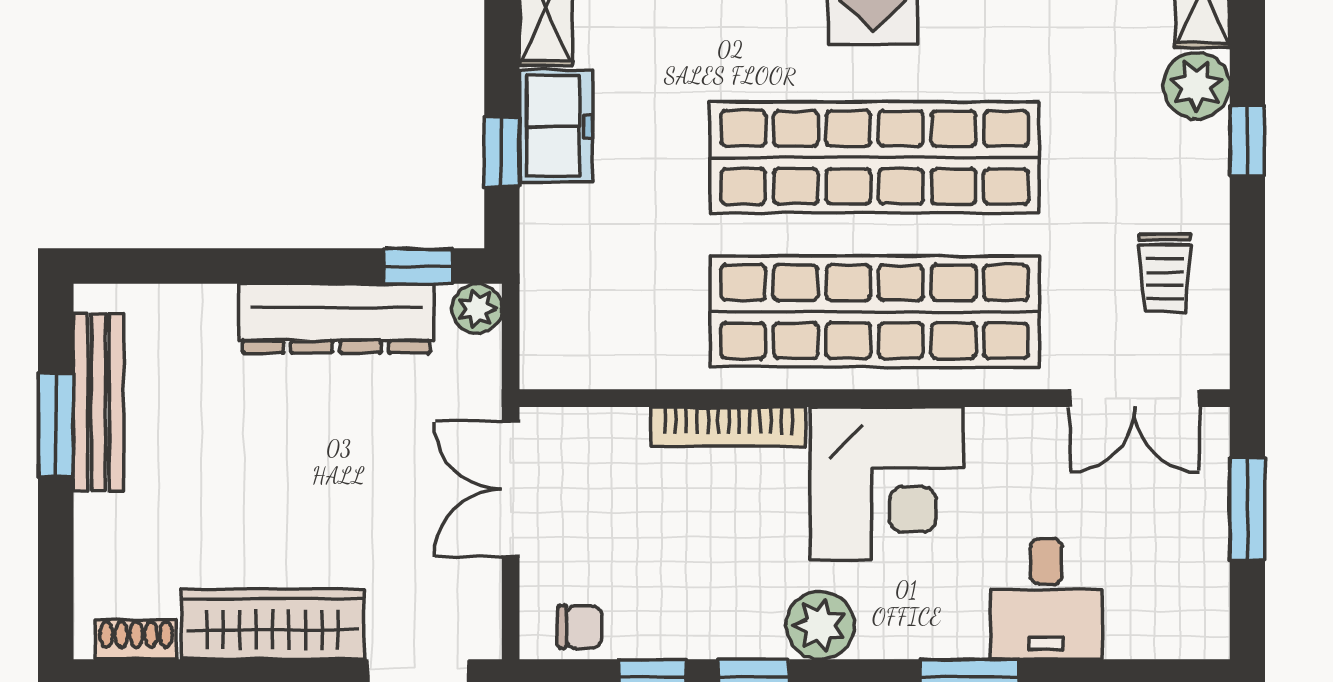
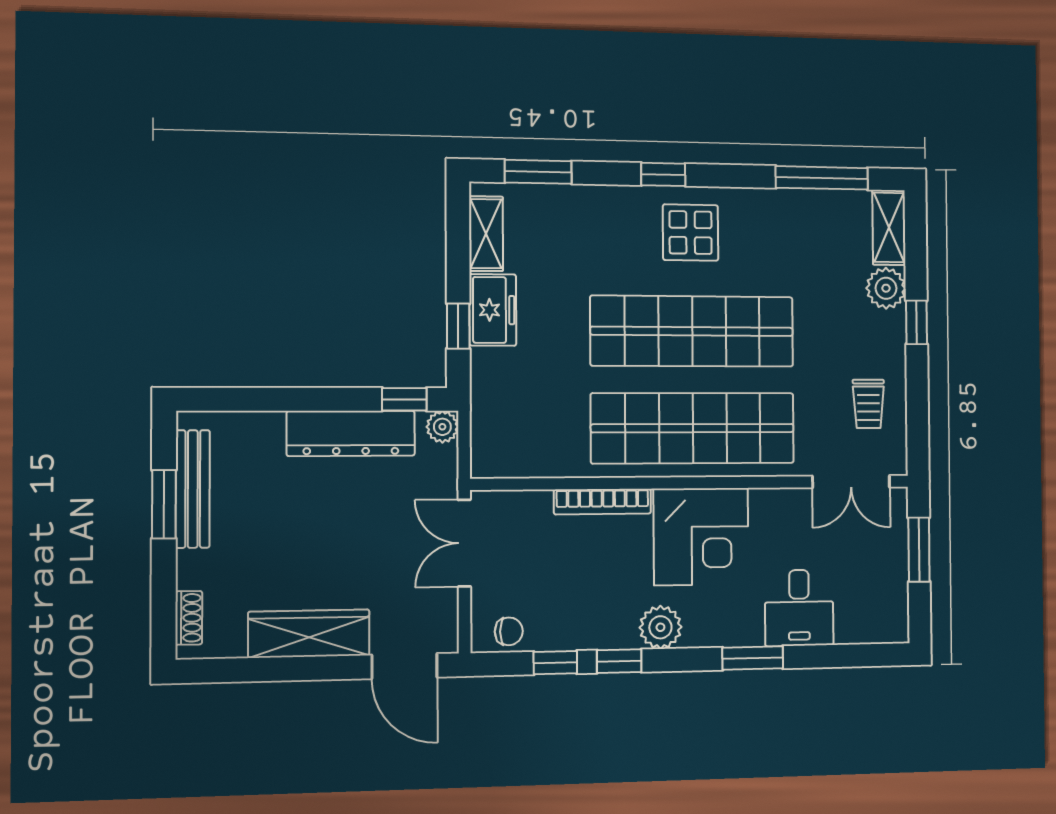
shoe rack: (136, 640) -> (189, 618), moved, turned 90

